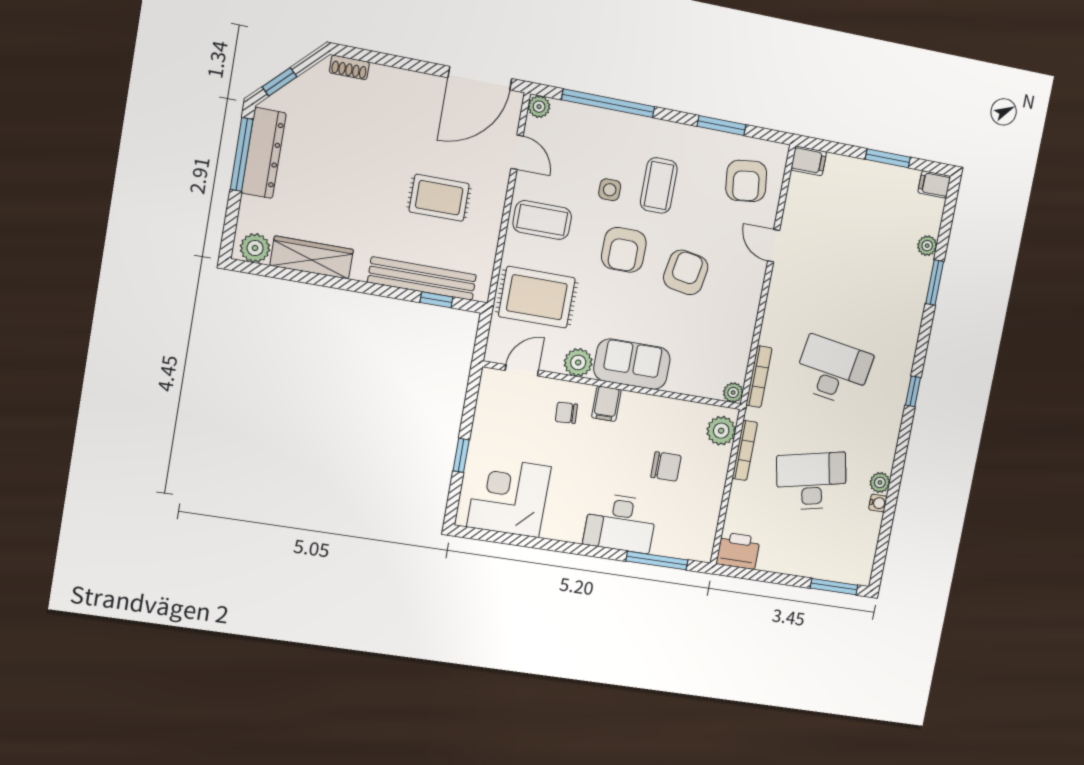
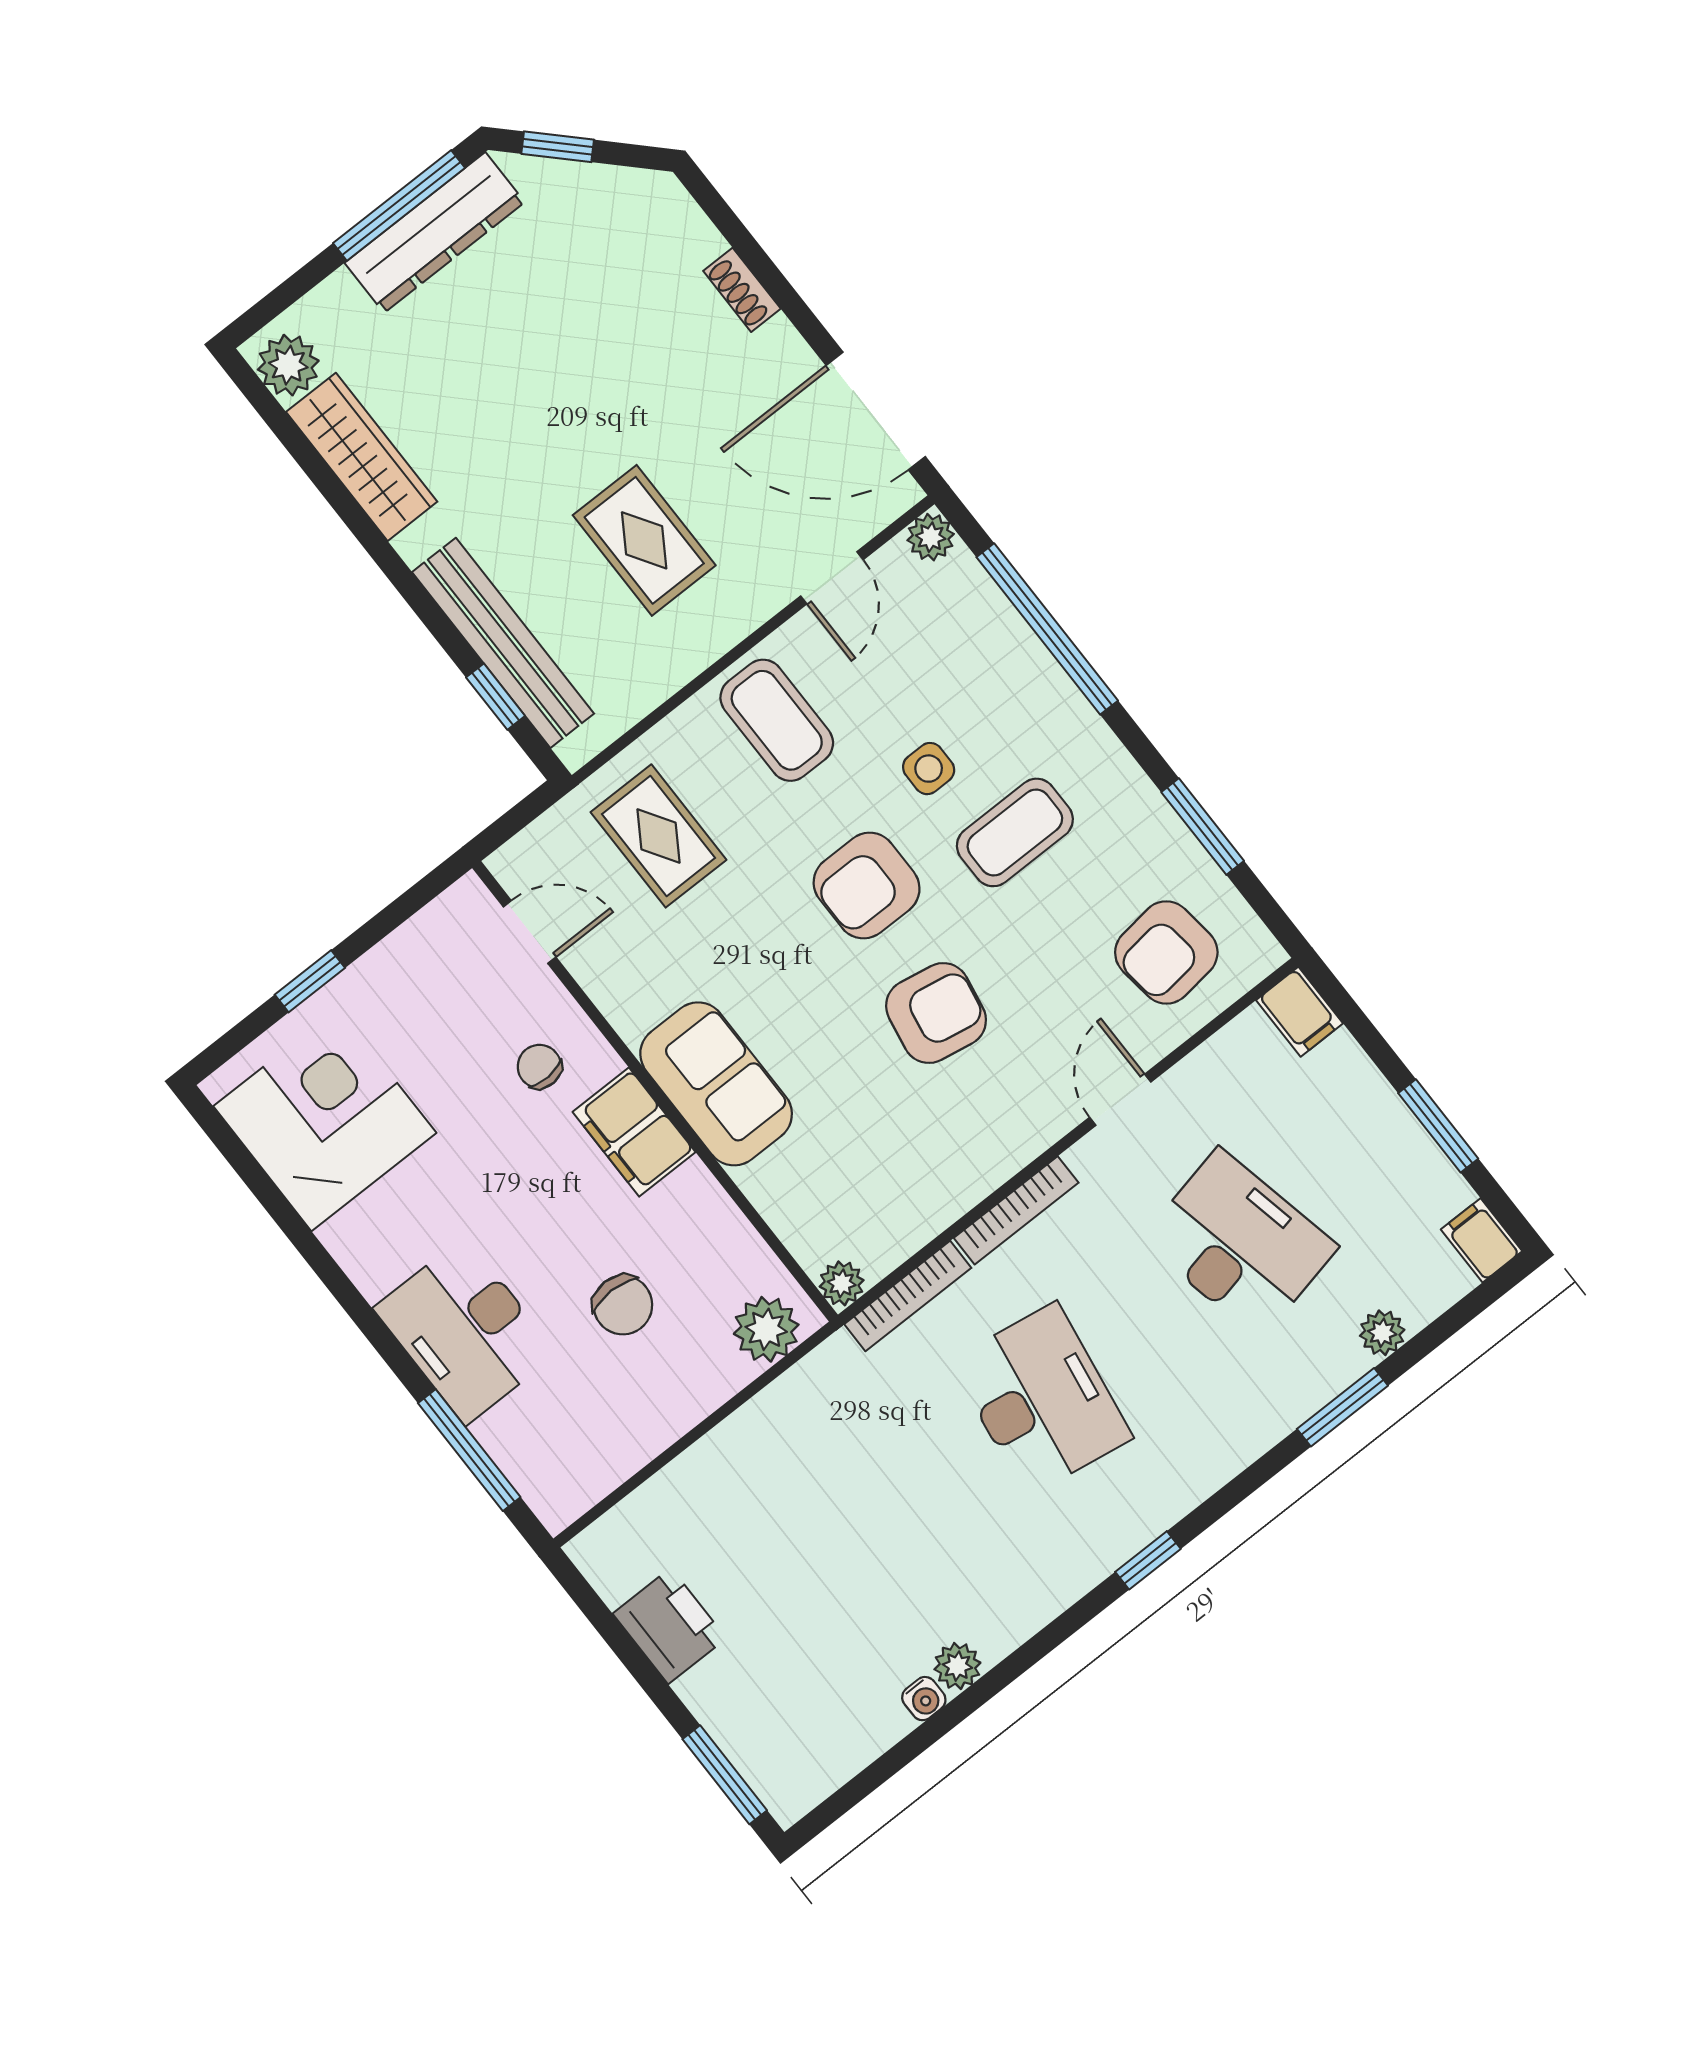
shoe rack: (349, 67) -> (742, 290), moved
rug: (537, 297) -> (658, 836), width x0.73, depth x0.70
plant: (578, 362) -> (631, 1002), removed
filing cabinet: (606, 404) -> (634, 1132), width x2.00
bookcase: (745, 450) -> (1016, 1210), moved
desk: (811, 481) -> (1239, 1244), moved
printer: (738, 551) -> (669, 1626), moved

